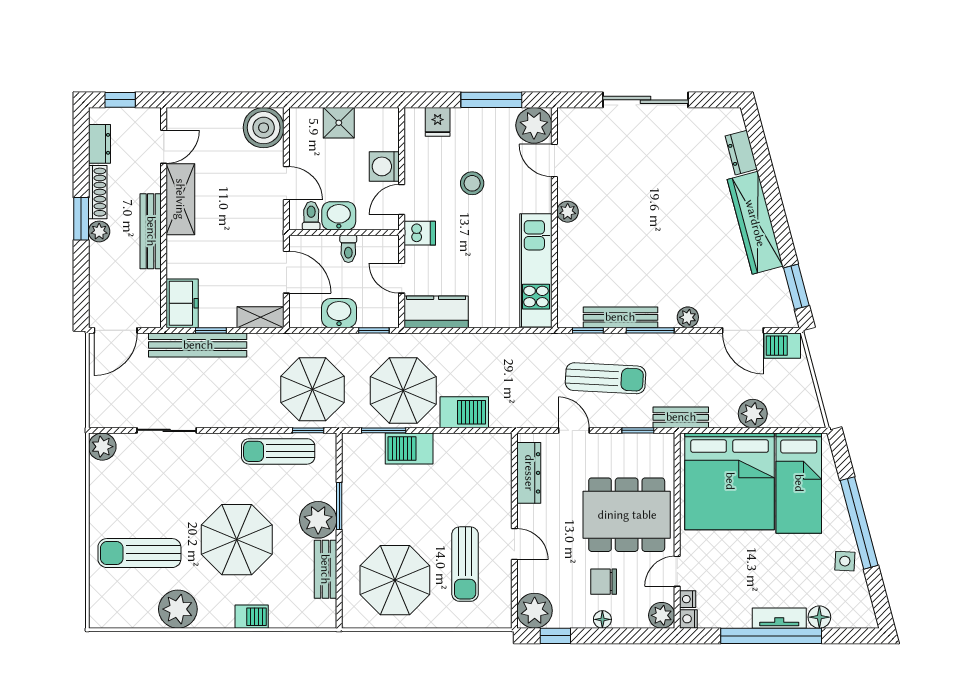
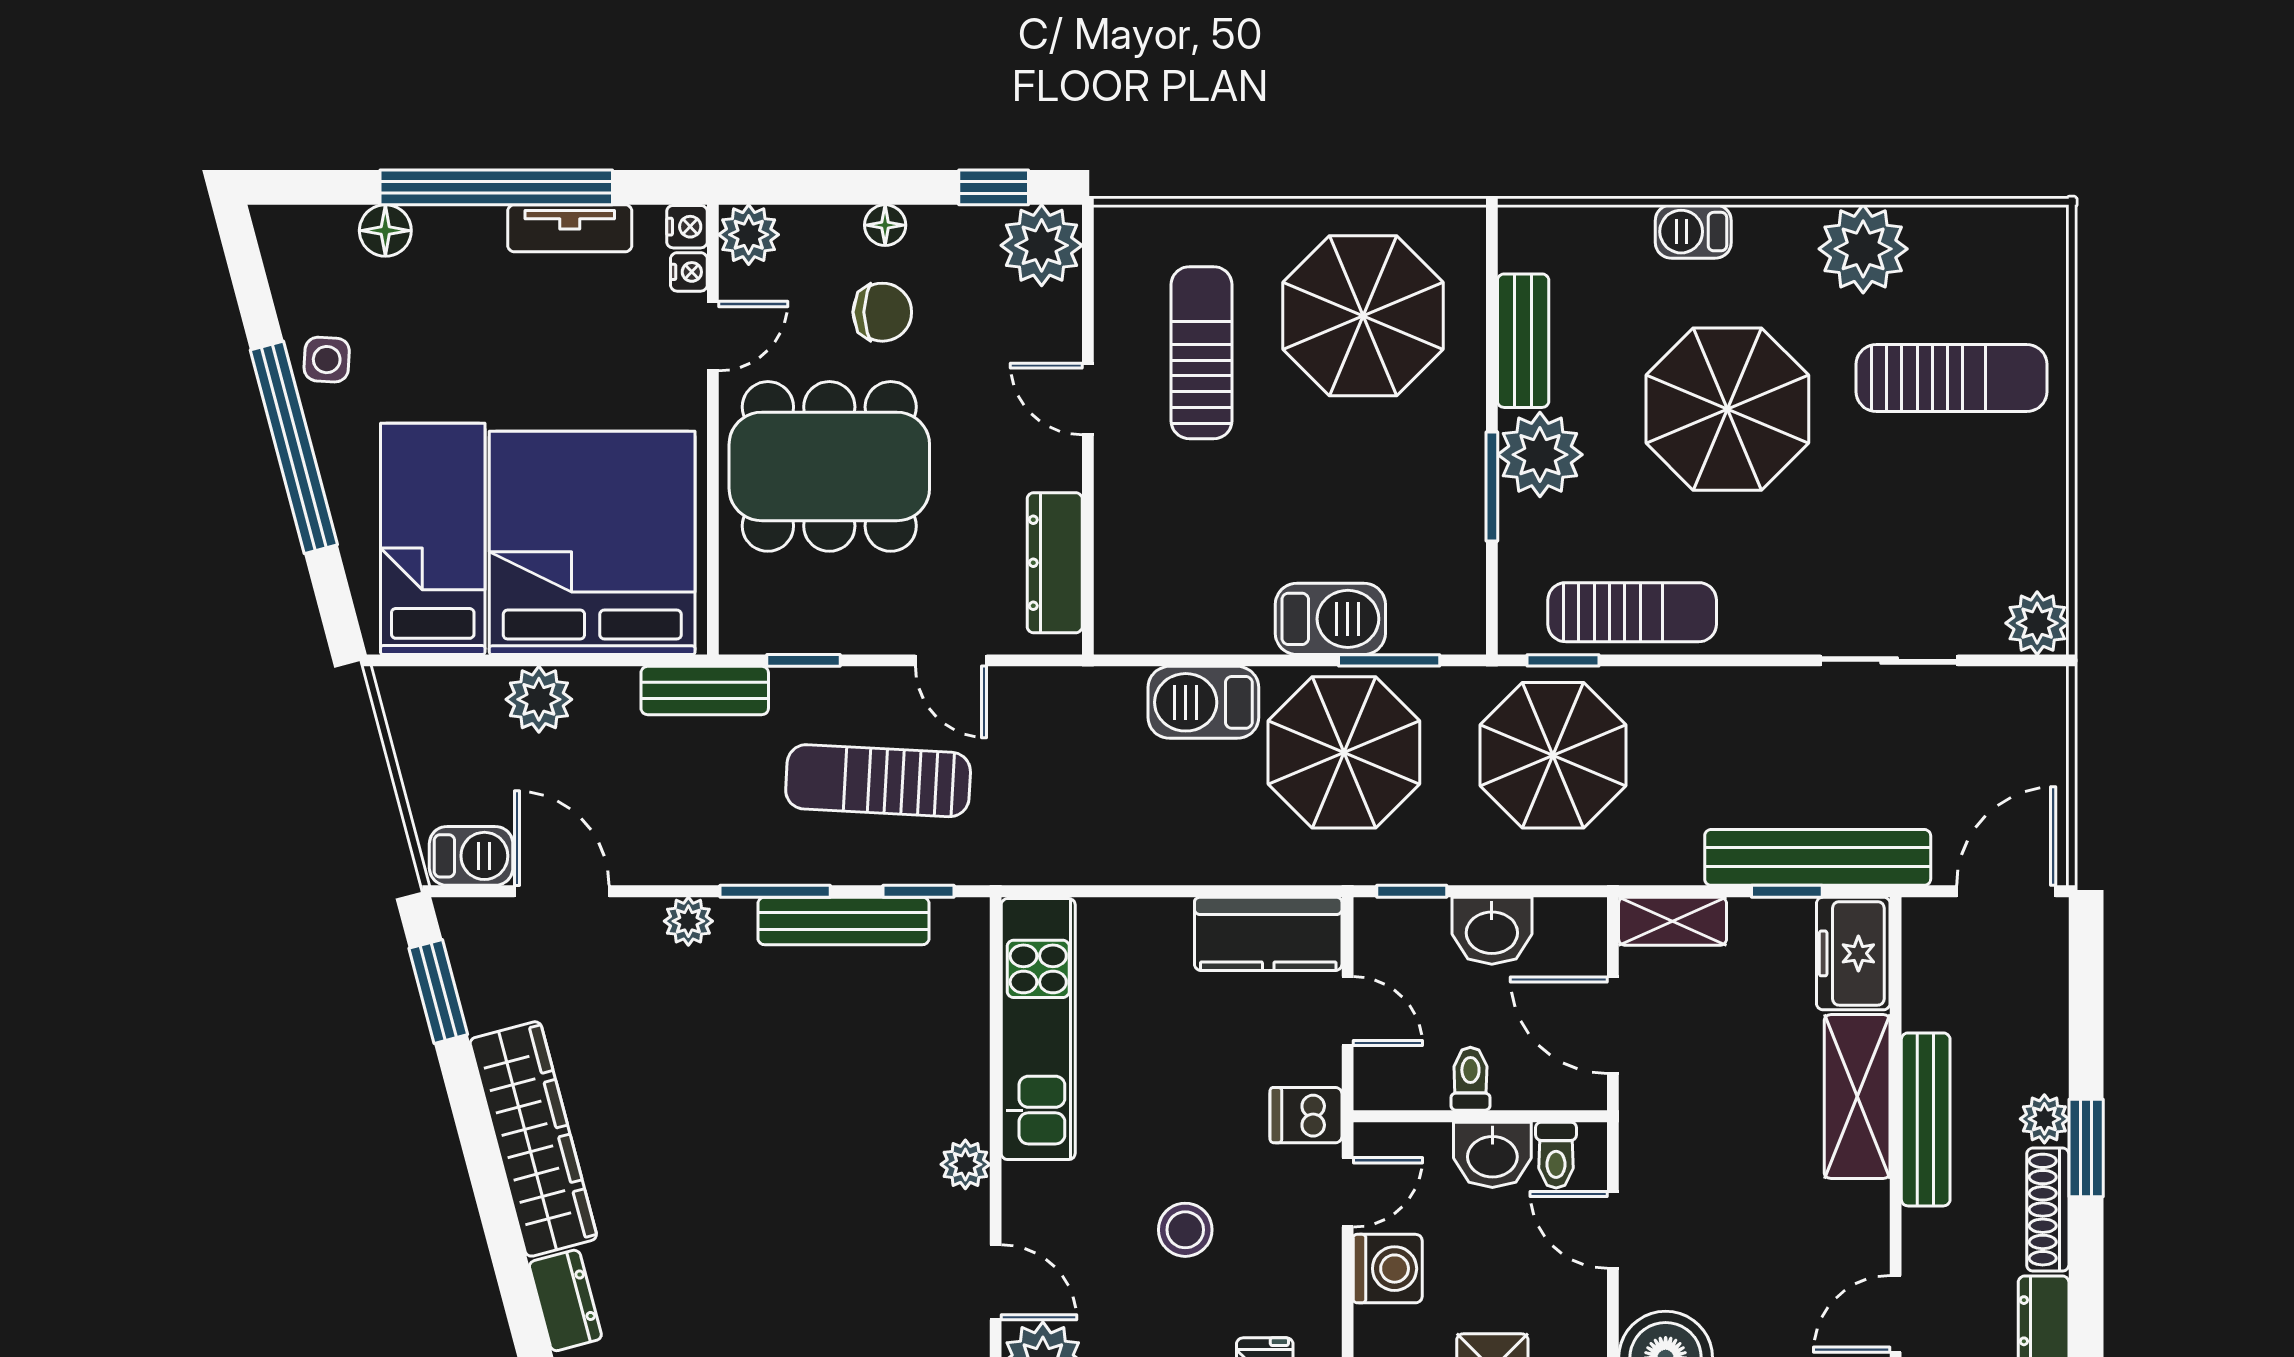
shelving: (180, 199) -> (1857, 1097), moved
tv unit: (779, 618) -> (570, 228), moved

